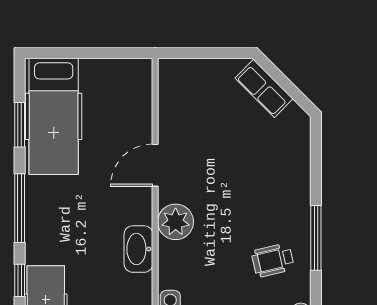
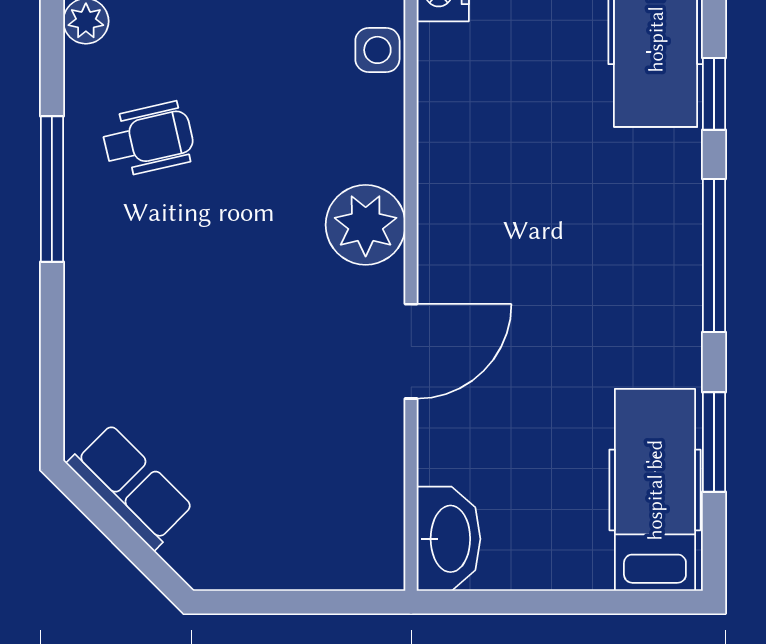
row of seats: (264, 88) -> (131, 486), moved
hospital bed: (54, 116) -> (655, 490), width x0.73, depth x0.78
washbasin: (138, 249) -> (449, 539), moved

